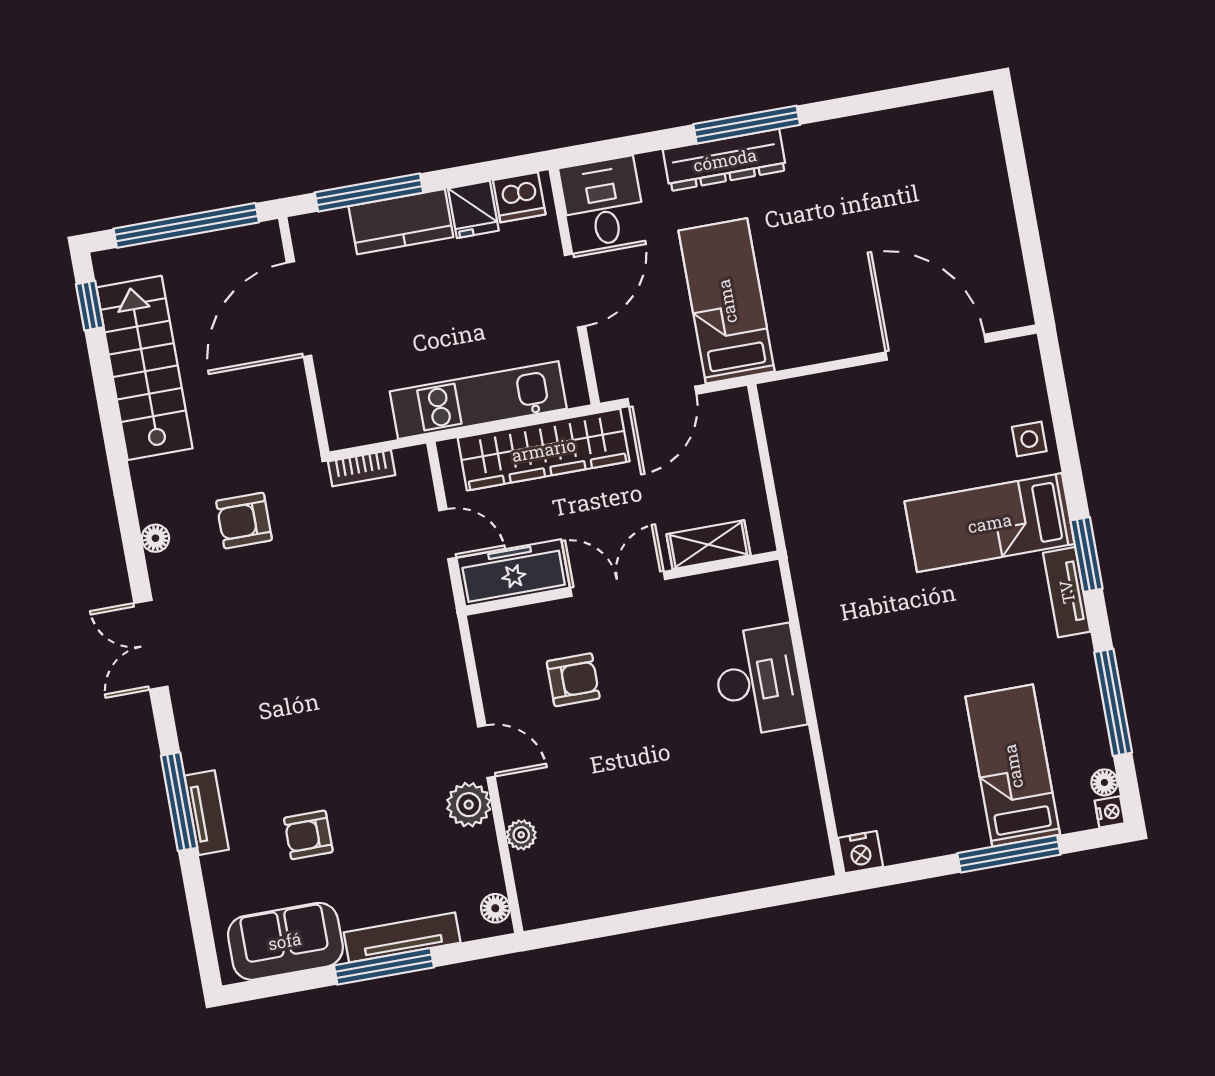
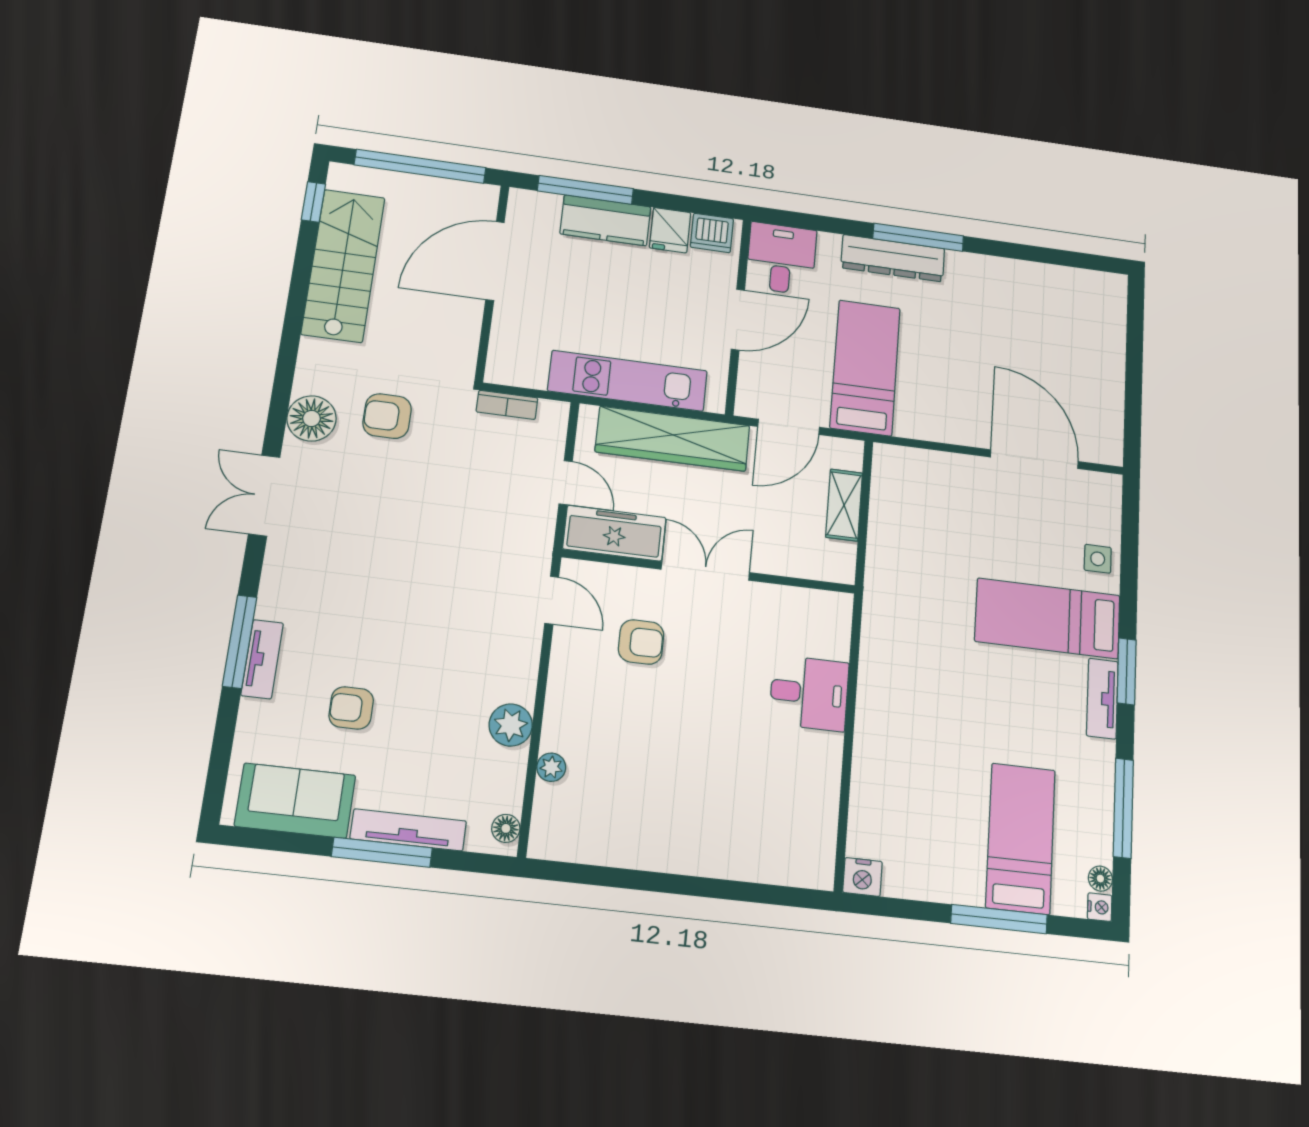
floor lamp: (155, 538) -> (312, 418), width x1.89, depth x1.89
shelving: (708, 545) -> (844, 505), moved, turned 90
desk: (759, 680) -> (809, 693), width x0.73
door: (486, 752) -> (552, 600), moved

